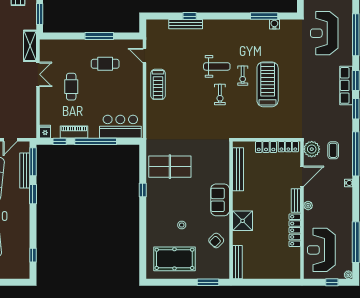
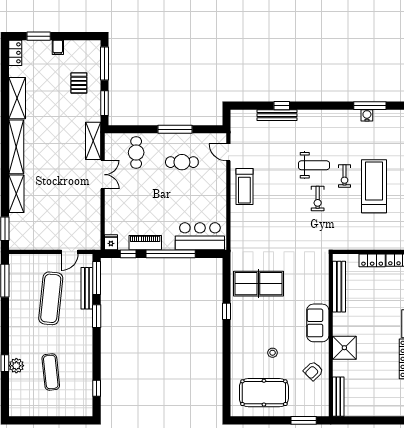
water cooler: (274, 24) -> (367, 115), moved
cafe table: (71, 87) -> (136, 152), moved

